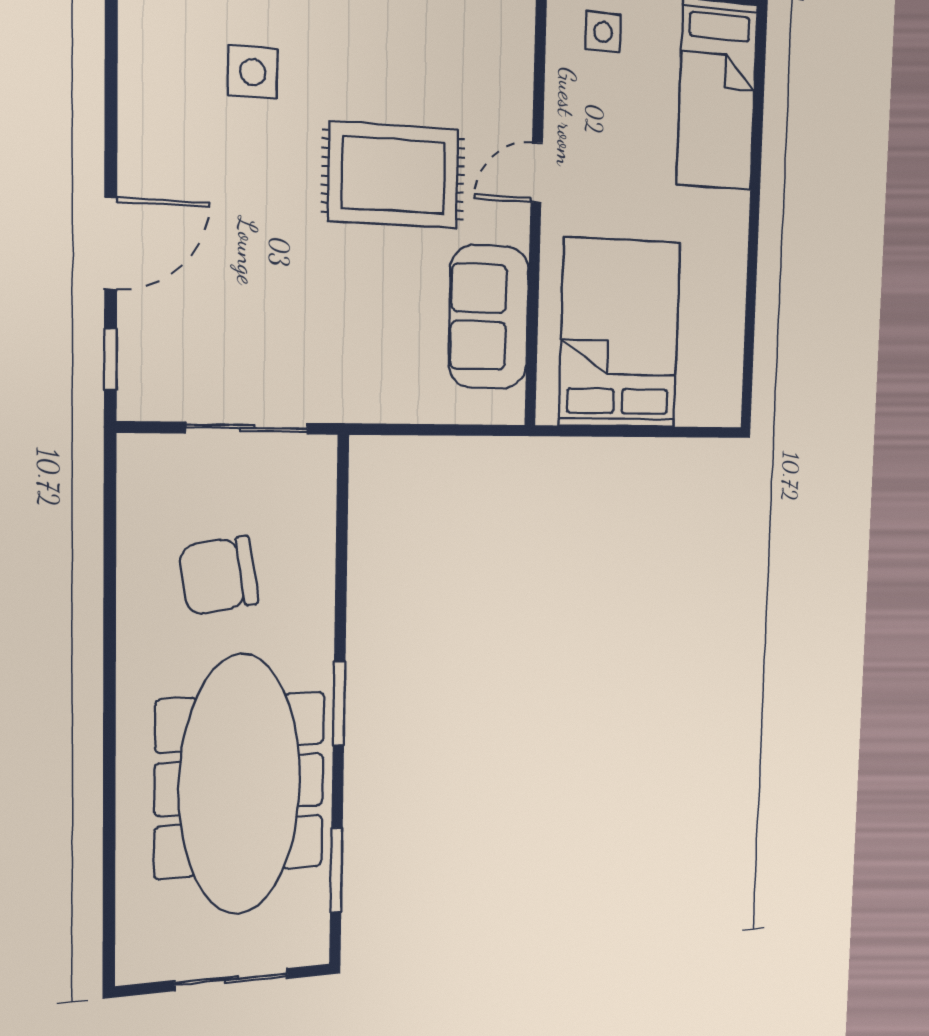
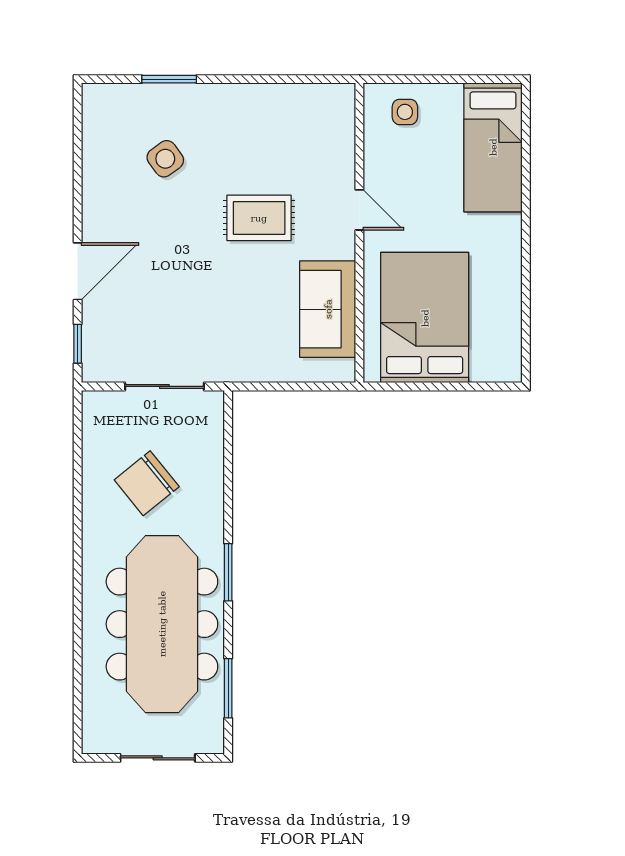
side table: (253, 72) -> (165, 159), turned -36
door: (537, 172) -> (359, 210), swing flipped
rug: (394, 175) -> (259, 218), width x0.73, depth x0.70
chair: (219, 576) -> (147, 483), turned -30

